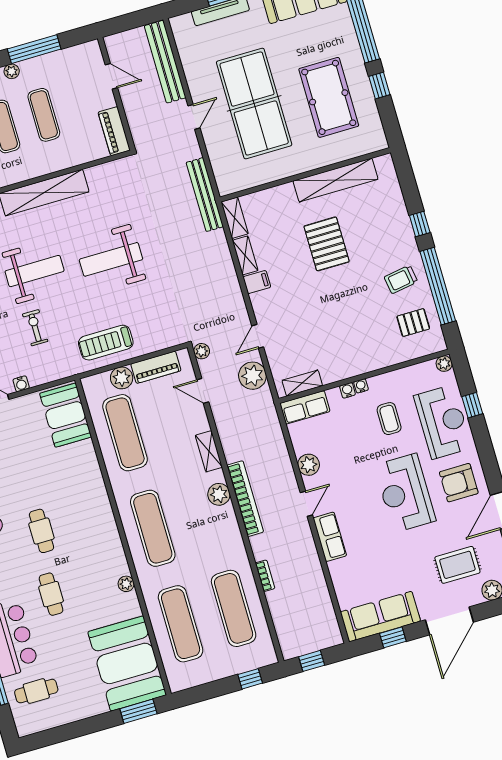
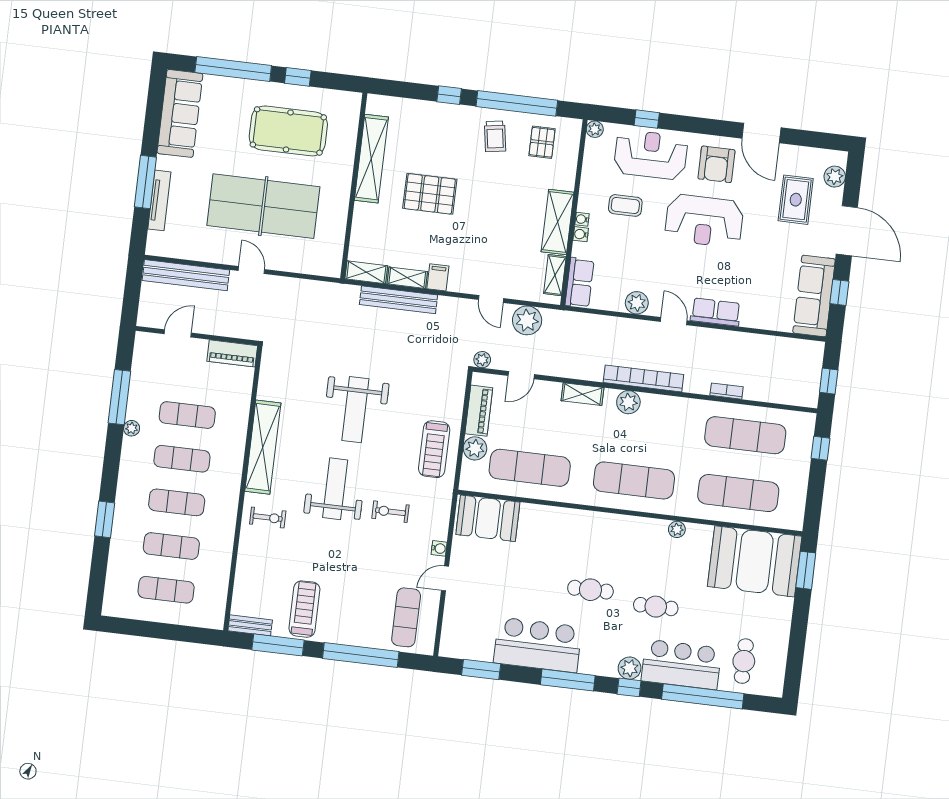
bench: (205, 195) -> (399, 300), moved
shelving: (350, 366) -> (558, 222), added

